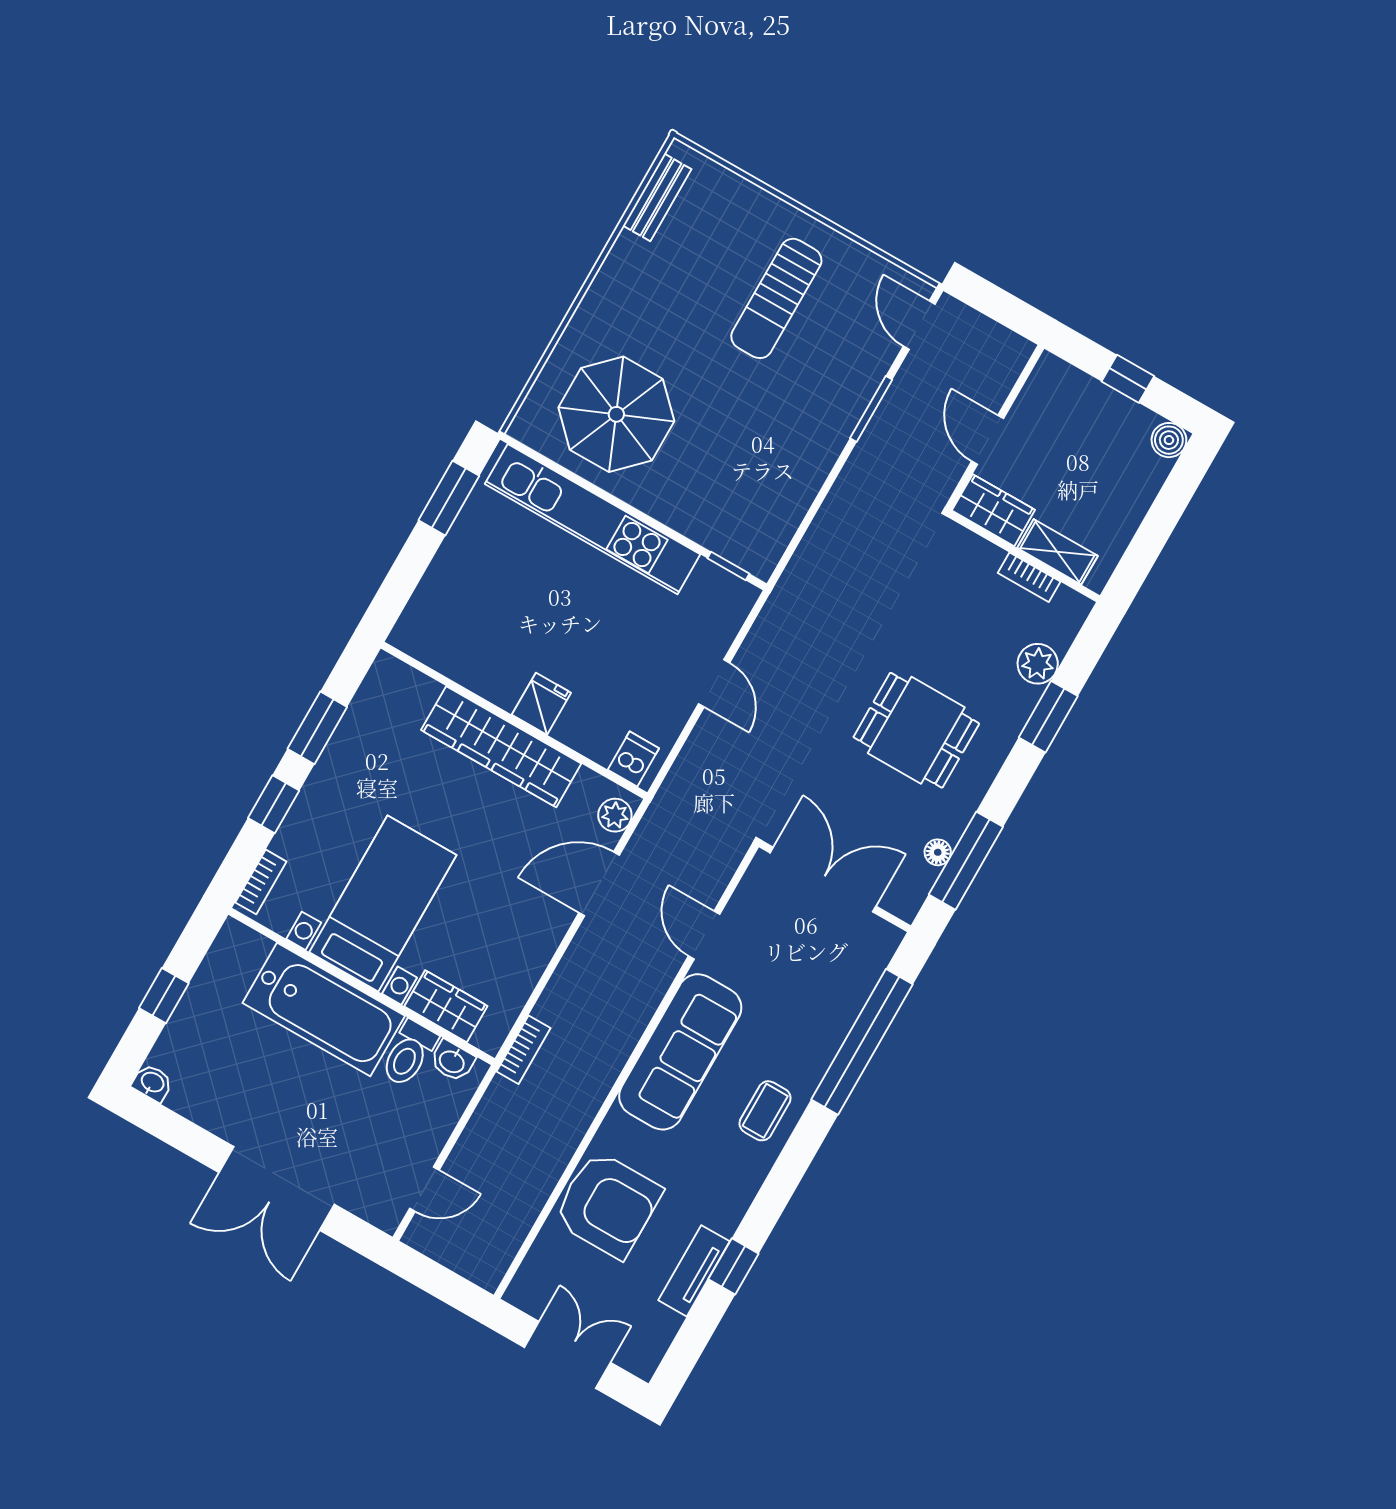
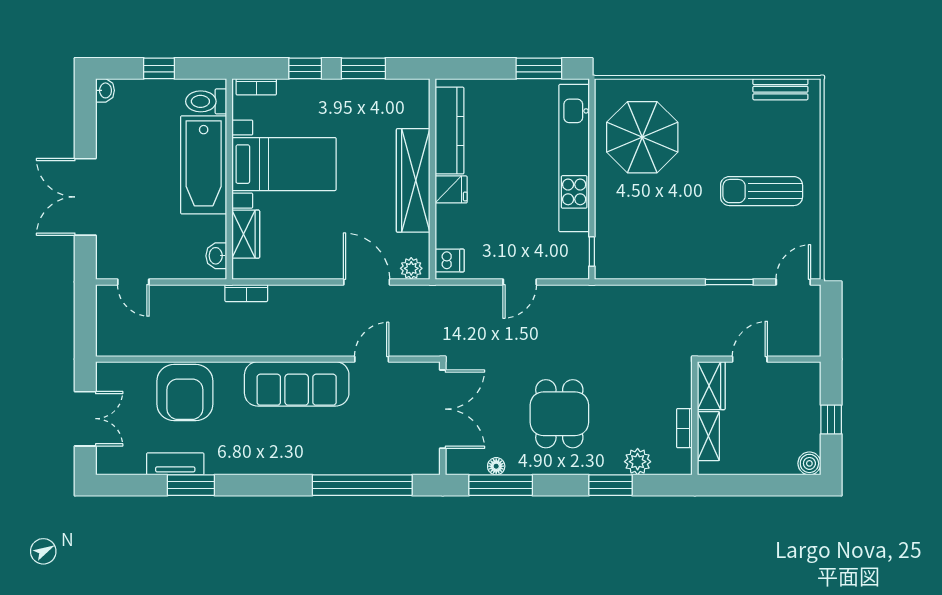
kitchen counter: (463, 662) -> (449, 131), added
toilet: (409, 1054) -> (206, 101), moved
coffee table: (765, 1111) -> (291, 452), removed
window: (733, 1266) -> (191, 485), width x1.50

